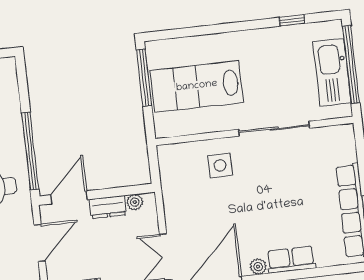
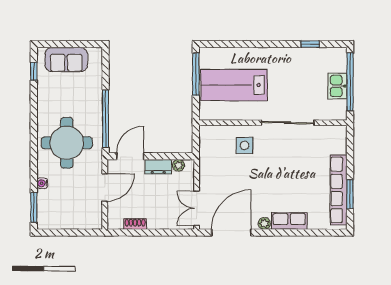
kitchen sink: (332, 72) -> (338, 86), width x0.53, depth x0.81

